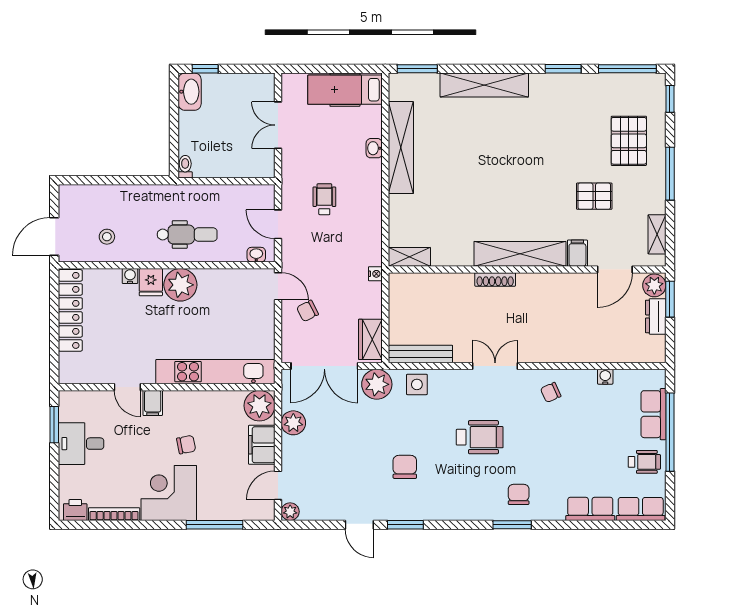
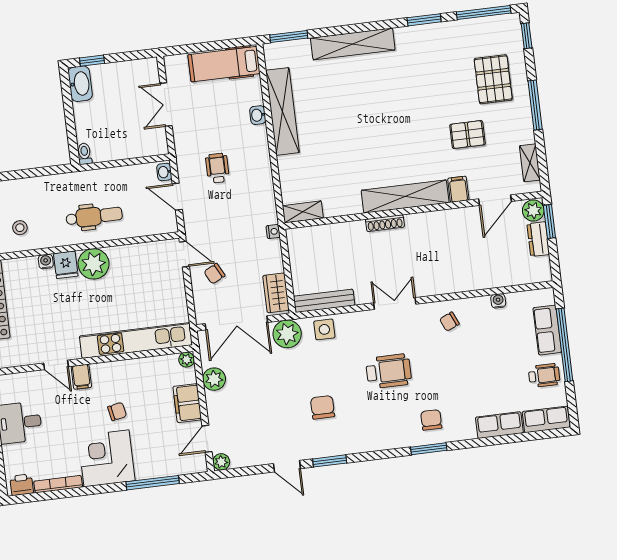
washbasin: (256, 255) -> (164, 172), moved, turned -90
plant: (259, 406) -> (187, 360), width x0.53, depth x0.53

